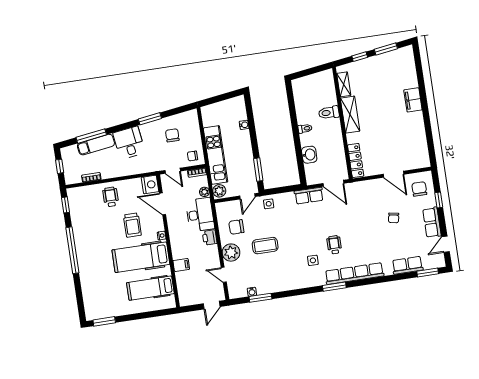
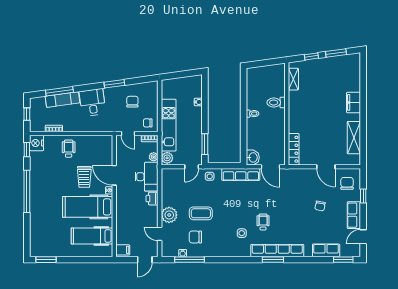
shelving: (350, 115) -> (354, 138), moved
washbasin: (309, 155) -> (253, 157), moved
nightstand: (150, 185) -> (37, 143), moved, turned 180
row of seats: (309, 196) -> (241, 174), width x1.48
door: (163, 204) -> (114, 175), moved
chair: (236, 227) -> (195, 237), moved
filing cabinet: (181, 265) -> (123, 250), moved
window: (334, 287) -> (273, 260), moved
window: (260, 298) -> (190, 260), width x1.44

